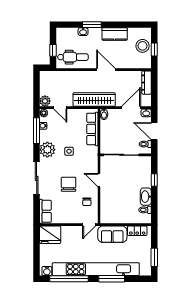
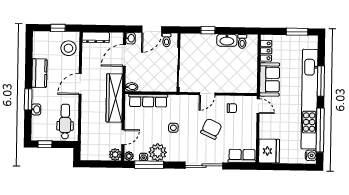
stool: (143, 46) -> (68, 48), moved
window: (53, 50) -> (45, 144), moved
door: (131, 108) -> (124, 55), hinge flipped
plant: (47, 150) -> (158, 152), moved
chair: (69, 184) -> (211, 129), turned 115

